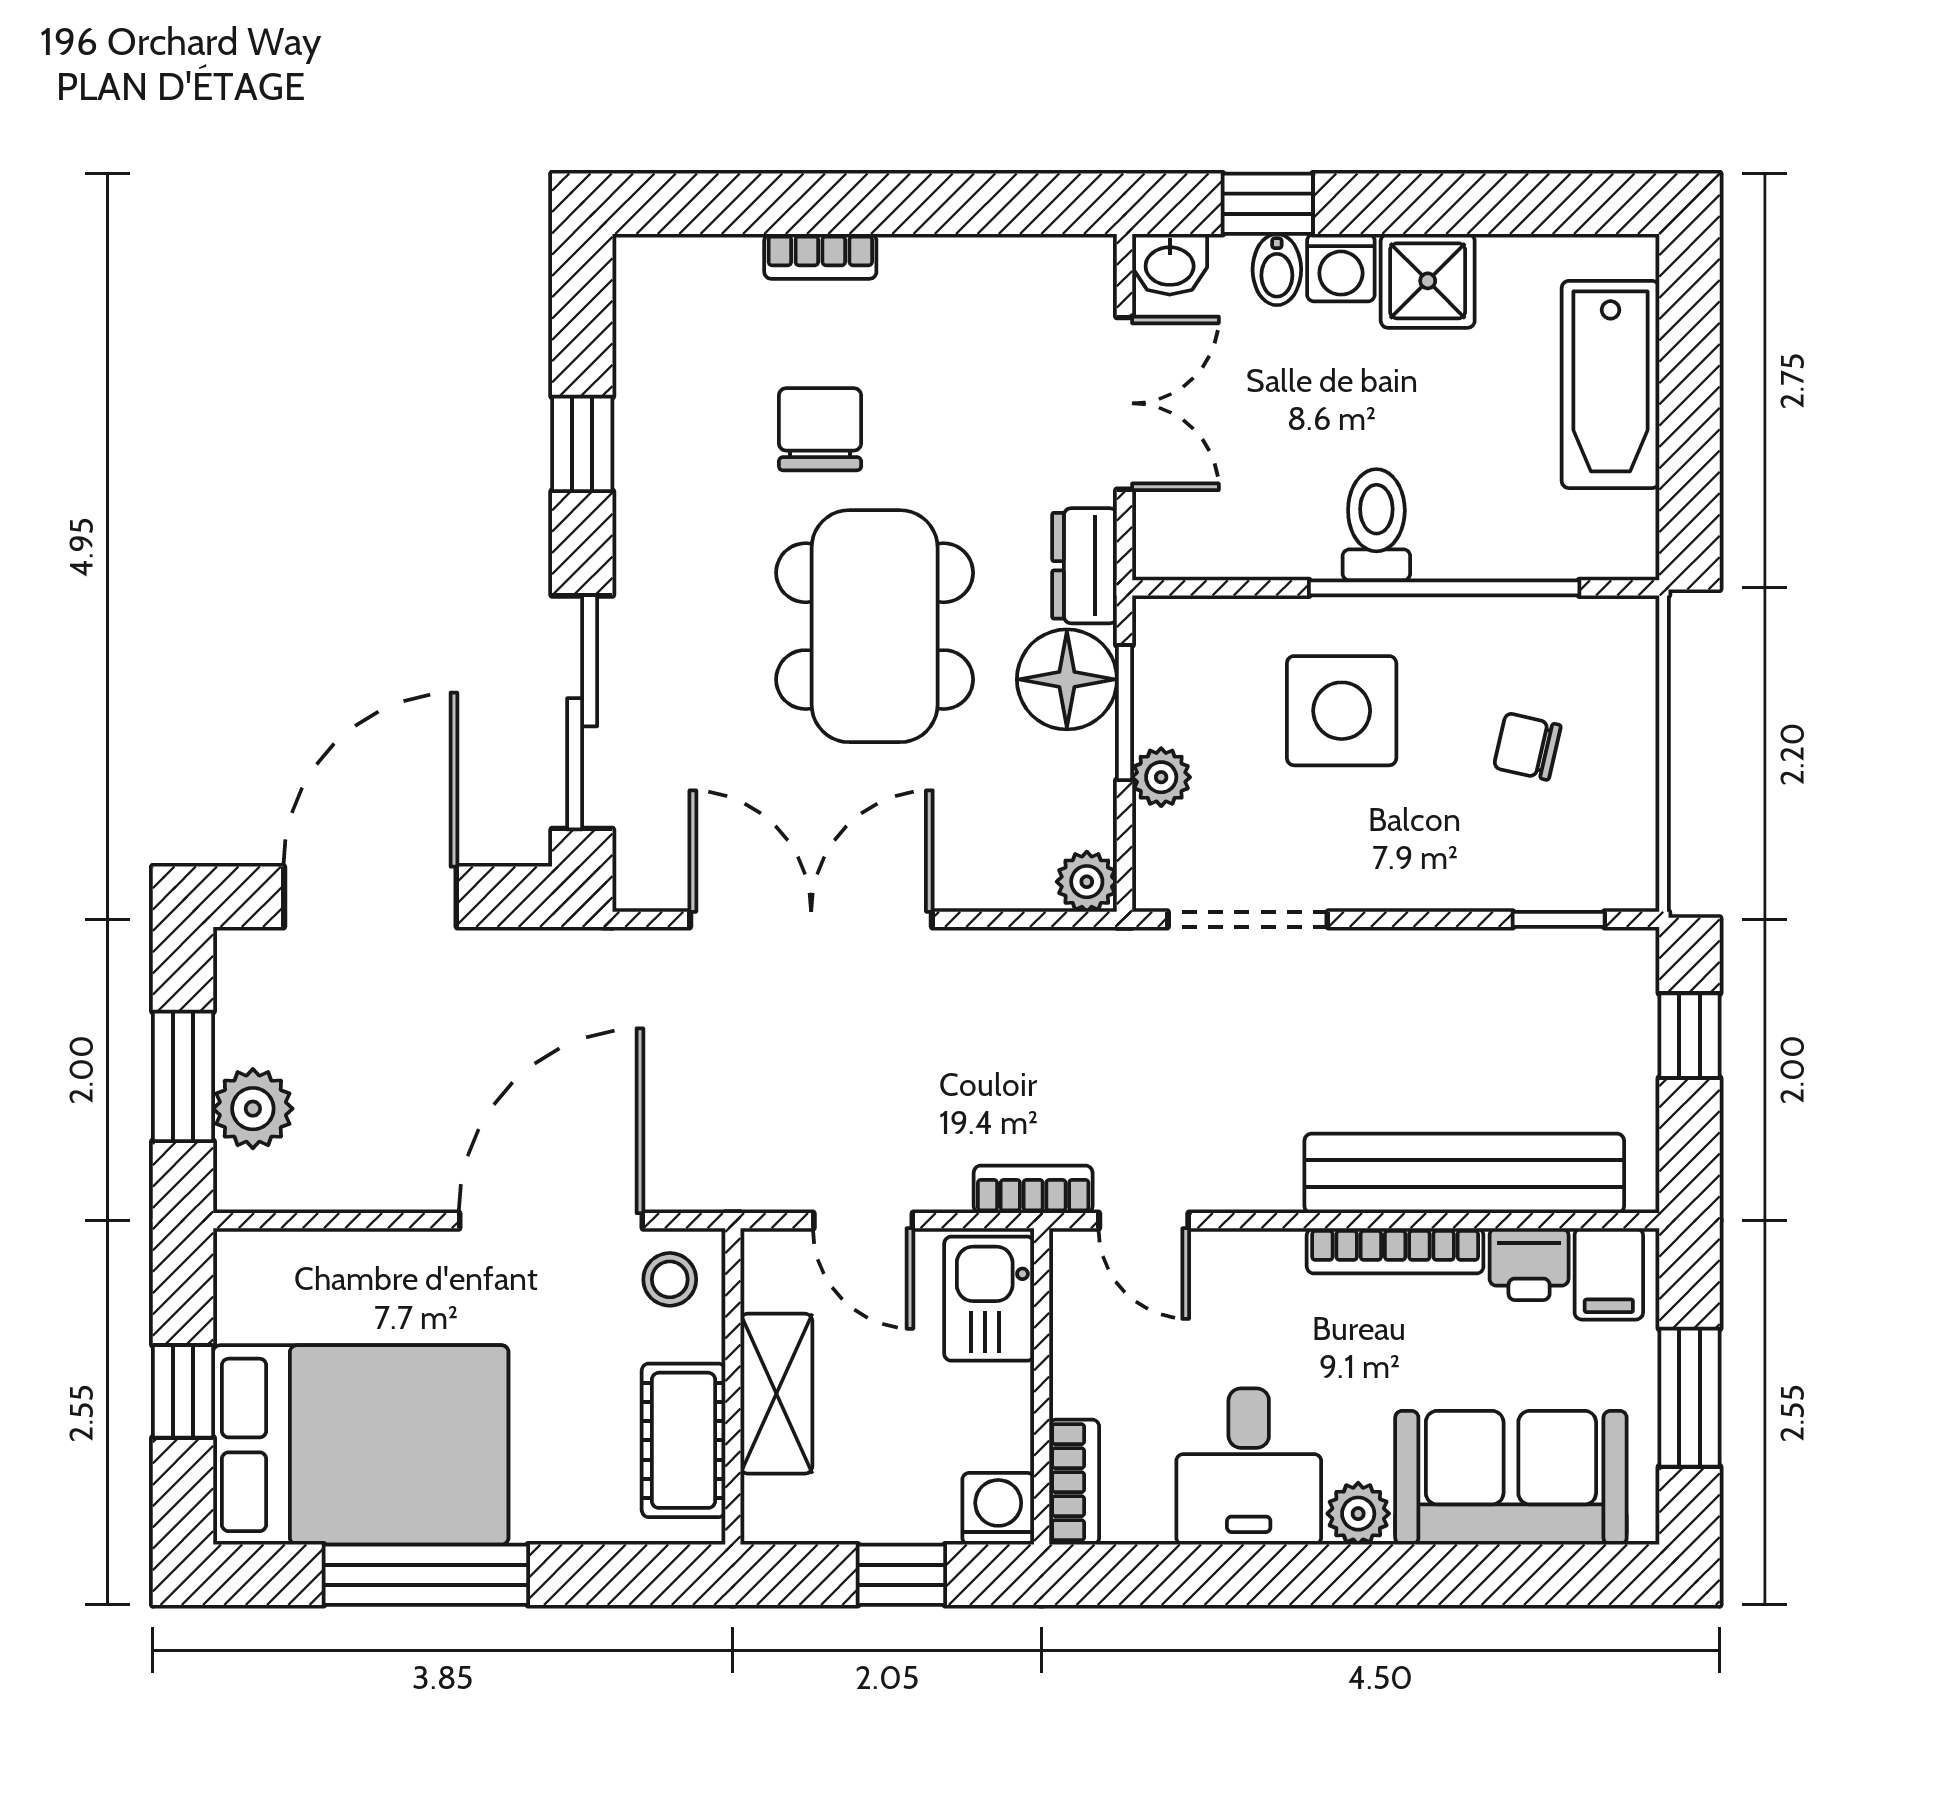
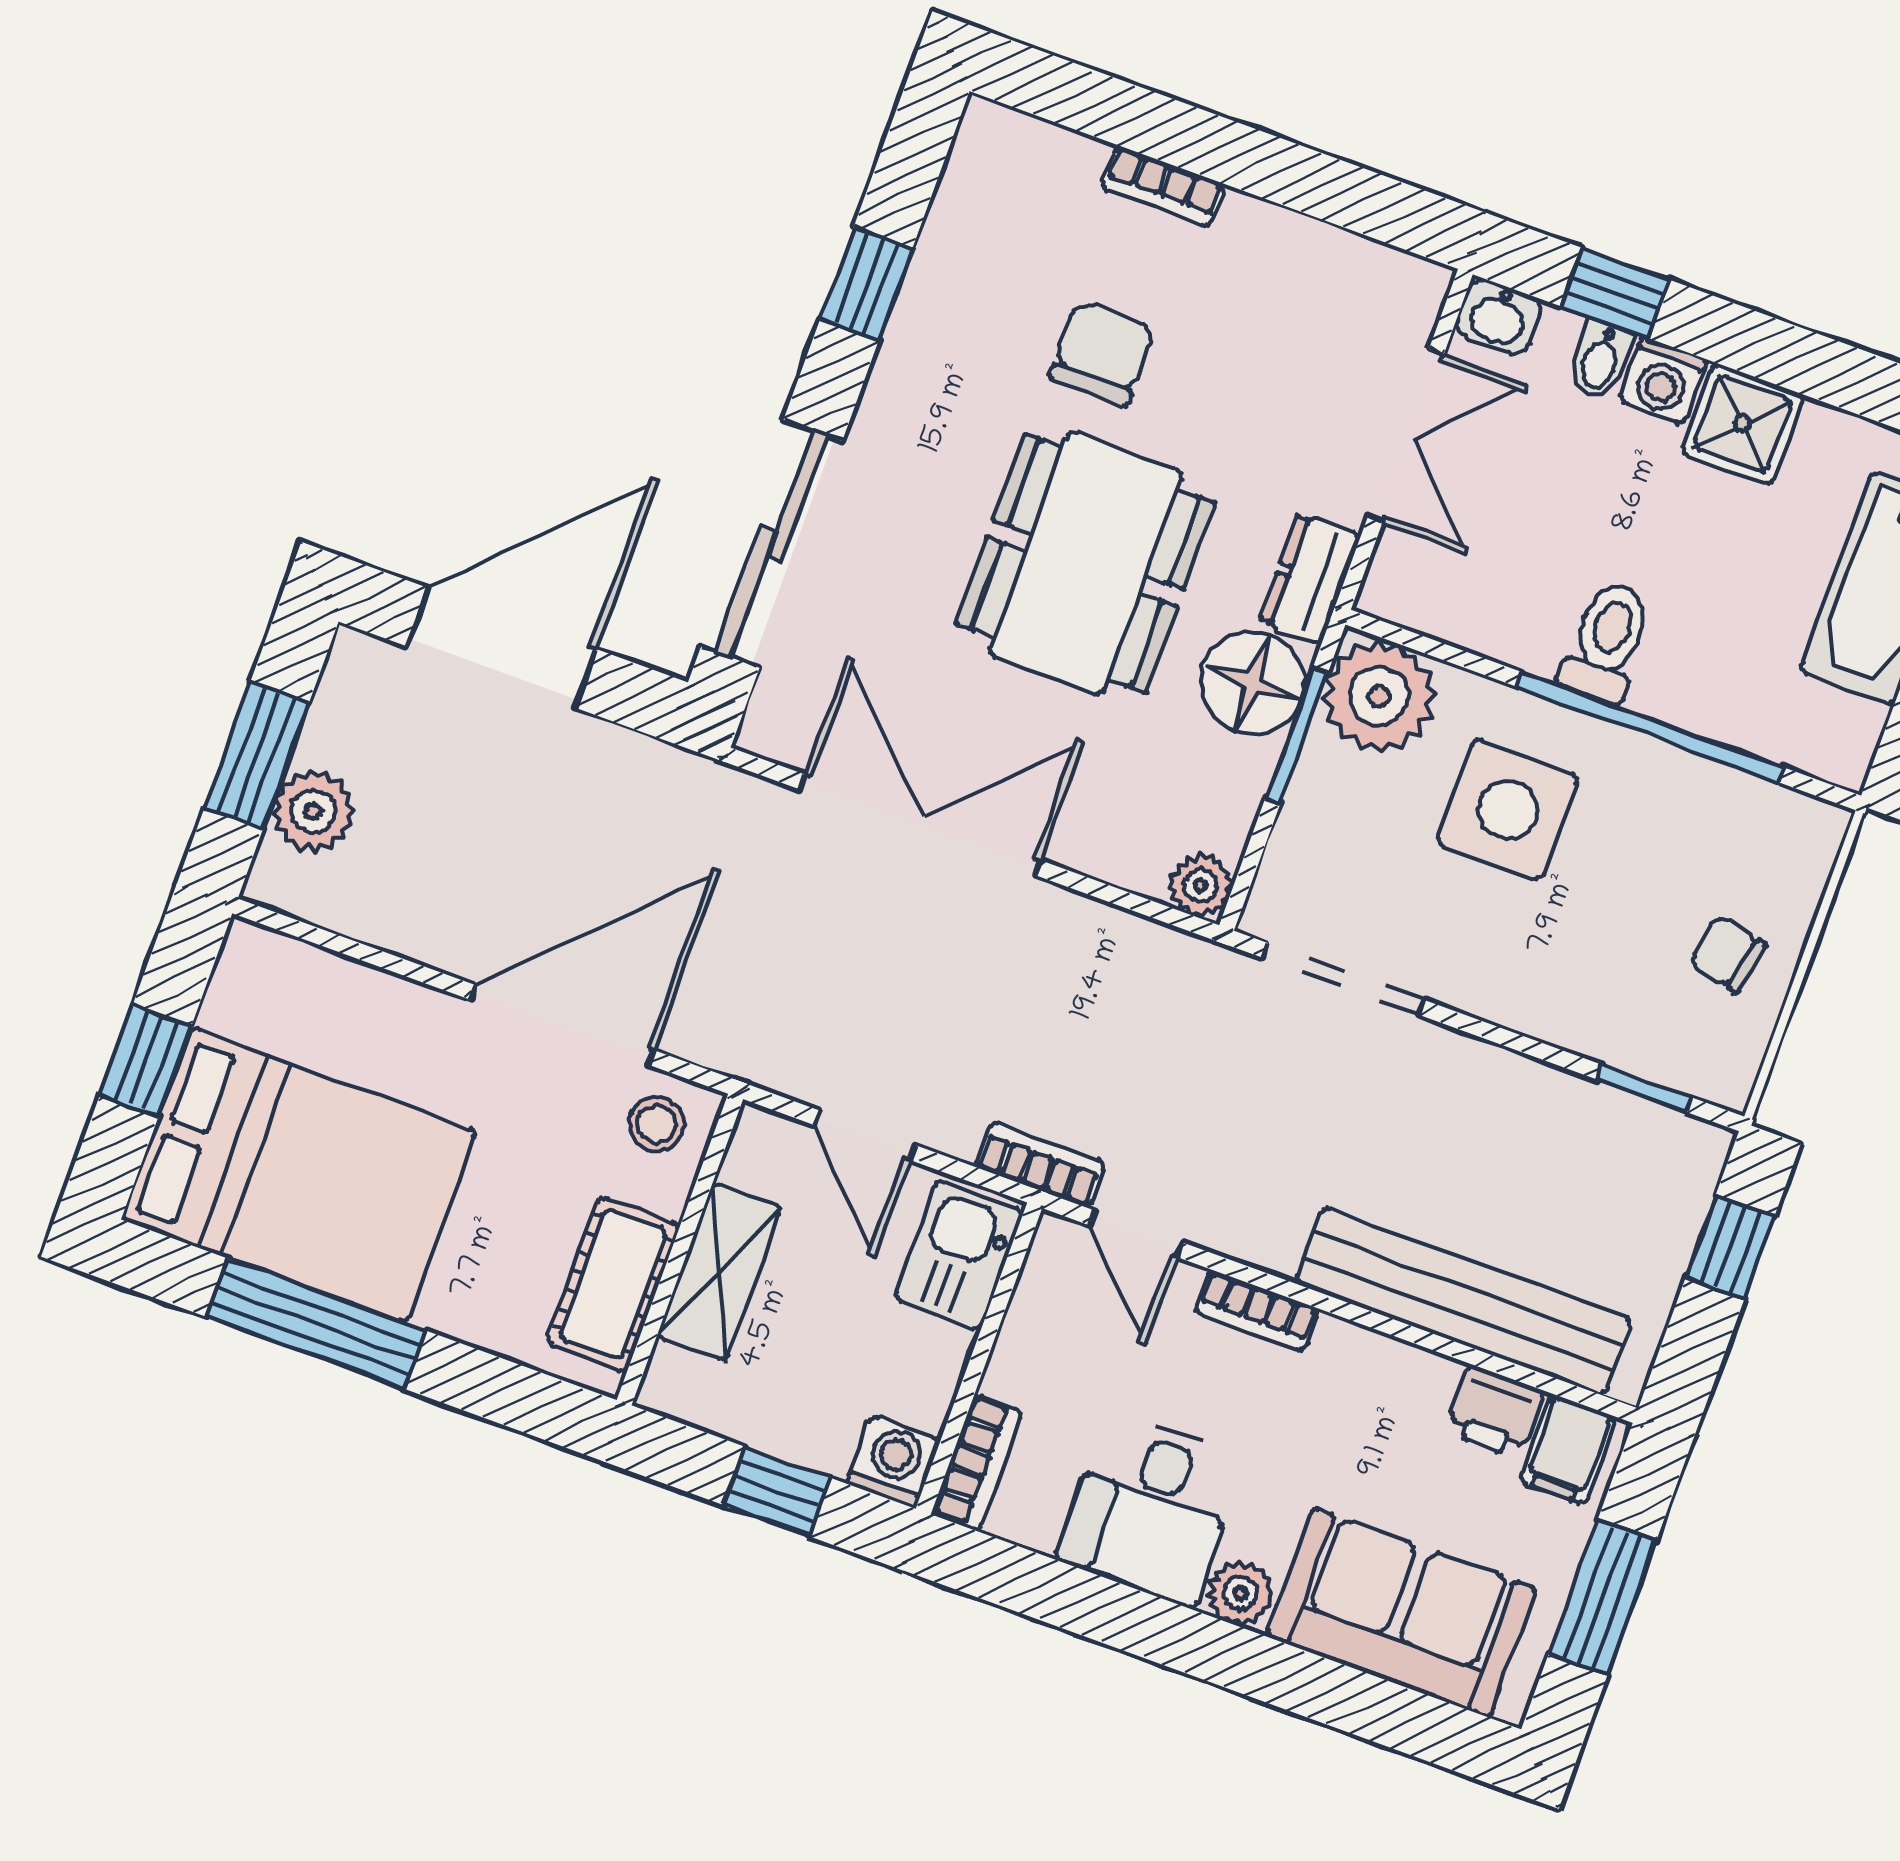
chair: (1527, 746) -> (1728, 954), moved
plant: (1161, 777) -> (1379, 696), moved, width x1.88, depth x1.88
bookcase: (1395, 1251) -> (1257, 1311), moved, width x0.64

